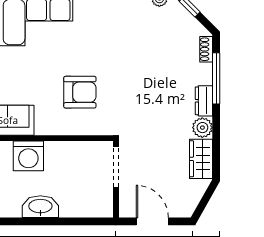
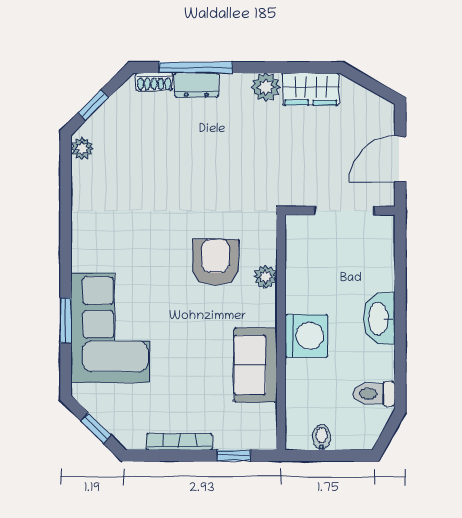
dresser: (204, 101) -> (196, 85), moved
plant: (70, 127) -> (266, 277), added
doorway: (116, 167) -> (344, 211), moved

